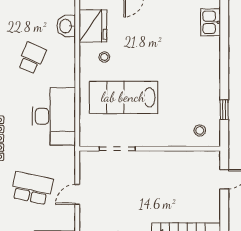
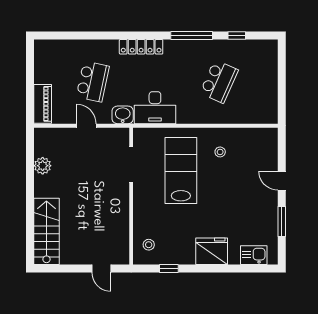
washbasin: (66, 26) -> (123, 115), moved
fridge: (93, 26) -> (212, 251), moved, turned 180
school desk: (32, 58) -> (219, 82), width x1.85
desk: (54, 116) -> (155, 108), width x0.73, depth x0.77

